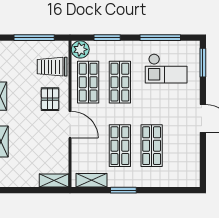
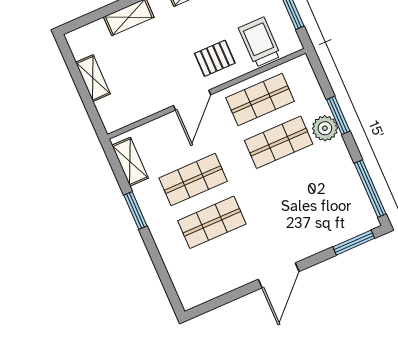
window: (107, 38) -> (338, 115), moved
window: (160, 38) -> (370, 189), moved
plant: (80, 49) -> (325, 128), moved
checkout: (166, 68) -> (324, 197), removed
shelving: (54, 180) -> (93, 78), moved

